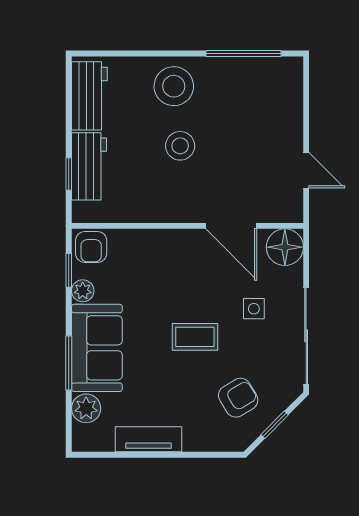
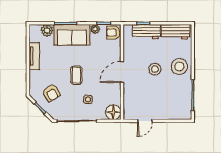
door: (231, 226) -> (122, 72), moved

